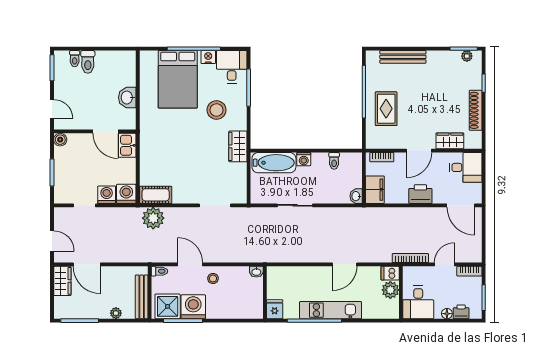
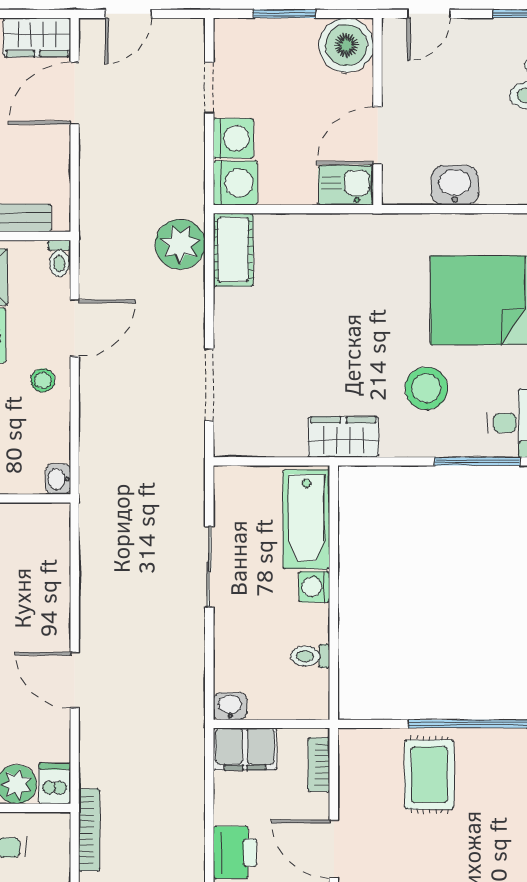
rug: (386, 109) -> (429, 775), turned 90
boiler: (60, 140) -> (346, 45), width x1.86, depth x1.86

